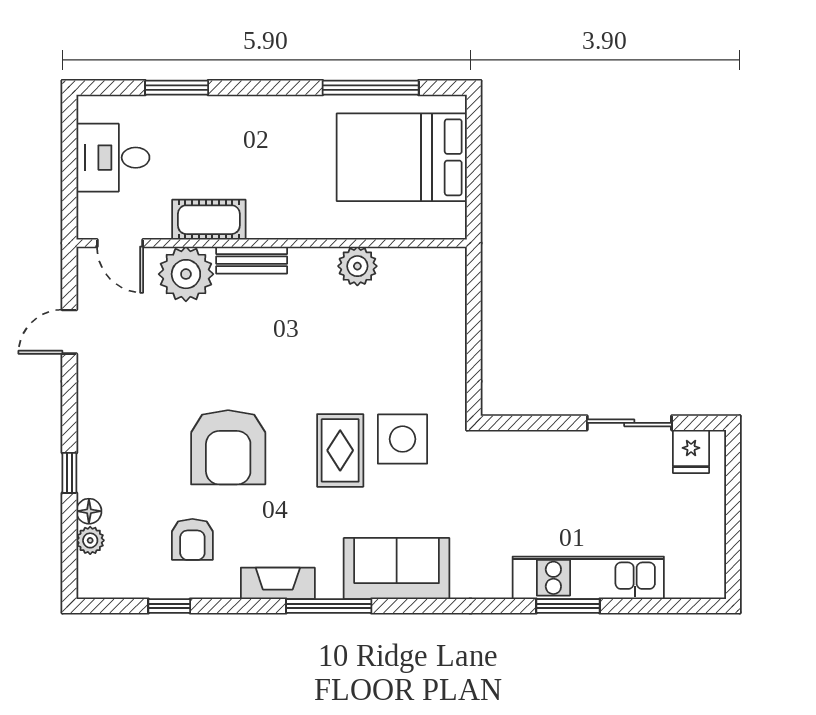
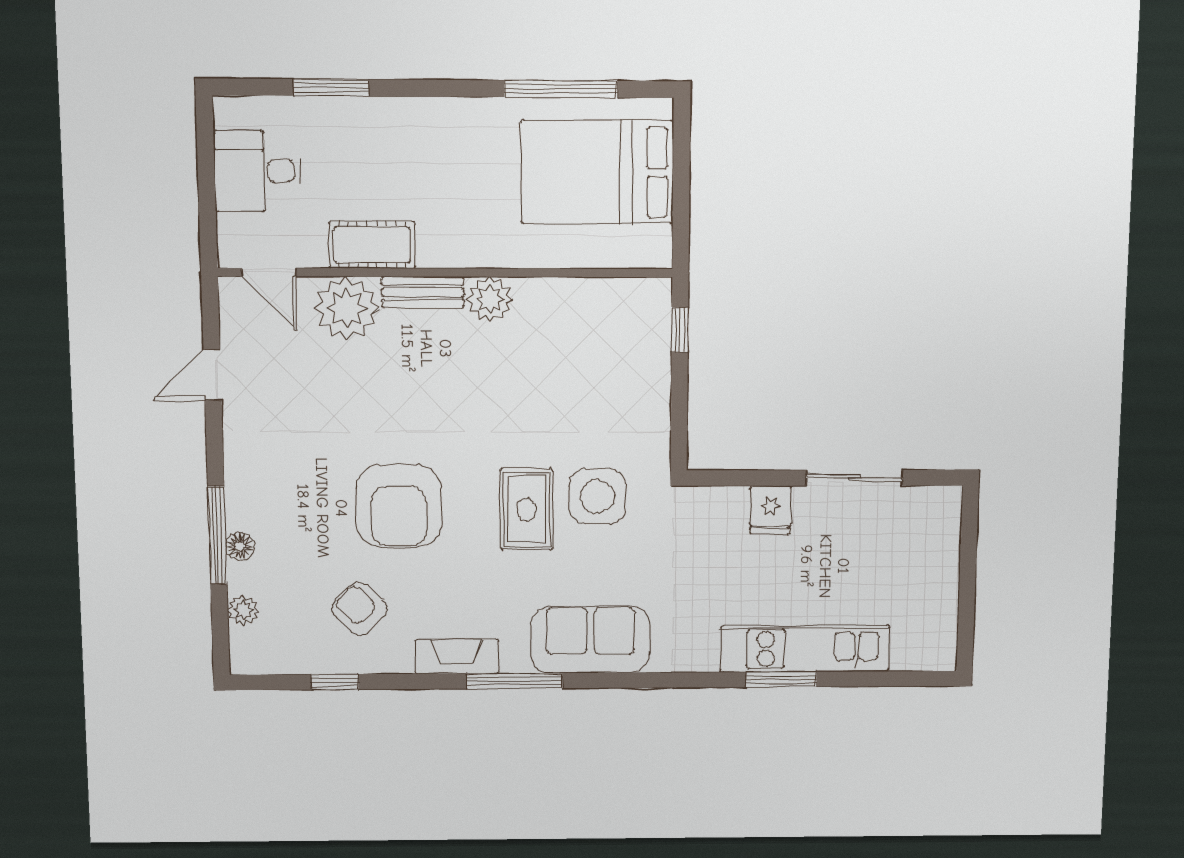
plant: (357, 266) -> (490, 299), moved
window: (474, 292) -> (680, 330), added
fridge: (691, 451) -> (770, 510), moved
window: (69, 473) -> (217, 535), width x2.17
floor lamp: (89, 511) -> (240, 546), moved
armchair: (192, 539) -> (360, 609), turned 134

